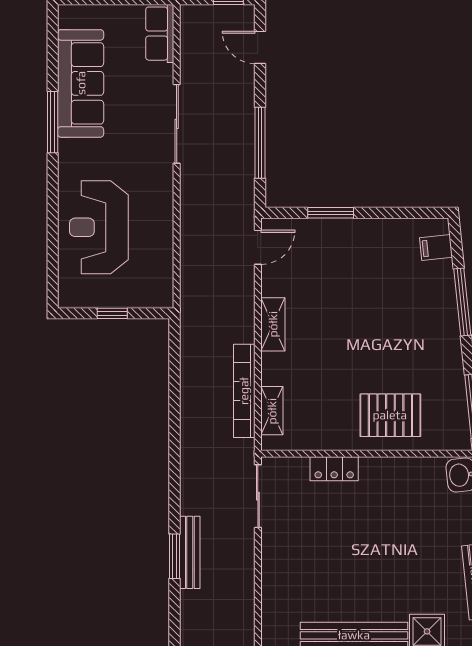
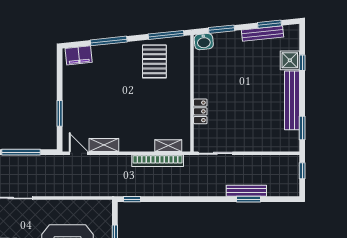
filing cabinet: (436, 248) -> (79, 55), width x2.00
shelving: (273, 324) -> (104, 145), moved
window: (175, 344) -> (132, 199), added
pallet: (390, 415) -> (154, 61), moved

